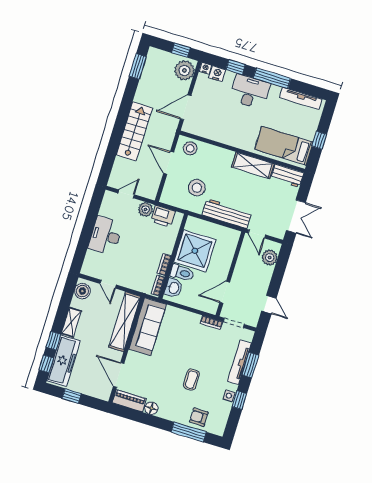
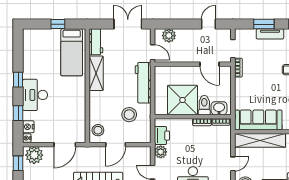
window: (272, 78) -> (18, 80), width x0.46
tv unit: (301, 98) -> (28, 51), removed
door: (186, 107) -> (65, 145), hinge flipped
door: (257, 234) -> (153, 52), hinge flipped
tv unit: (239, 362) -> (270, 34), width x0.71

